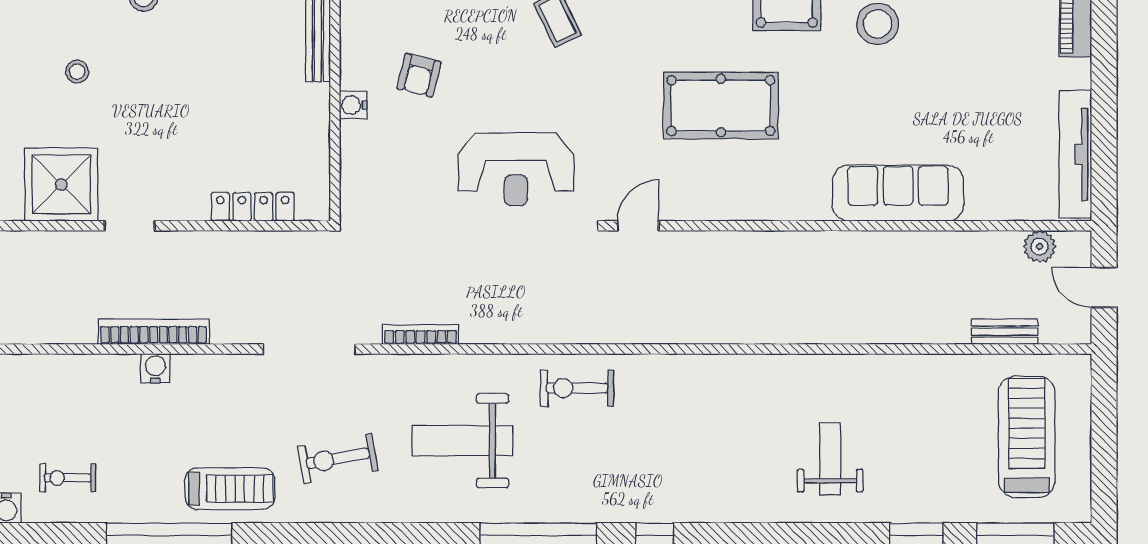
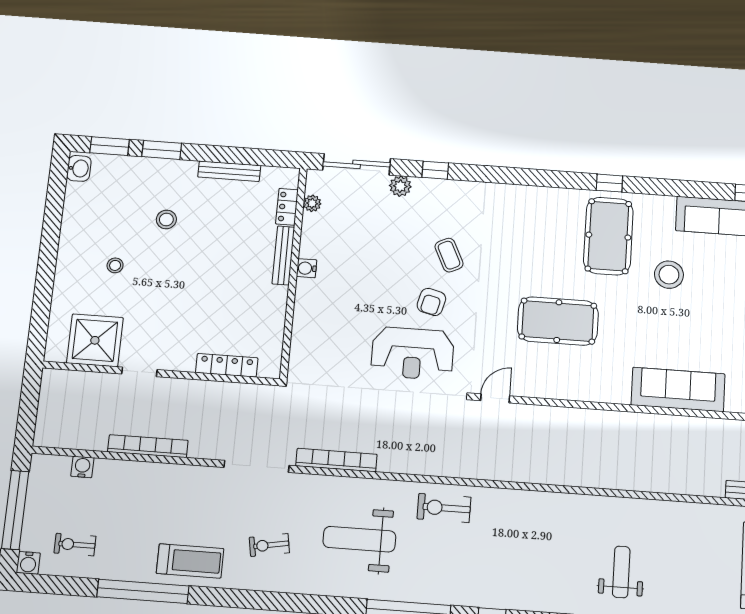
armchair: (419, 75) -> (431, 302), moved
water cooler: (353, 105) -> (307, 268), moved
bookcase: (421, 335) -> (336, 460), width x1.48, depth x1.31
water cooler: (155, 368) -> (82, 467), moved
exercise bike: (338, 458) -> (269, 545), width x0.73, depth x0.72

